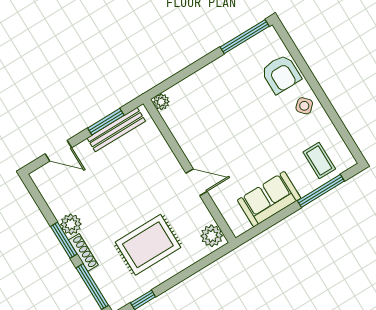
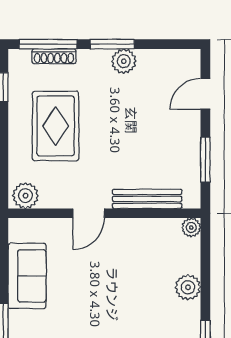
plant: (206, 78) -> (188, 287), added
bench: (116, 130) -> (147, 199), moved, turned 90
shoe rack: (83, 252) -> (54, 56), moved

